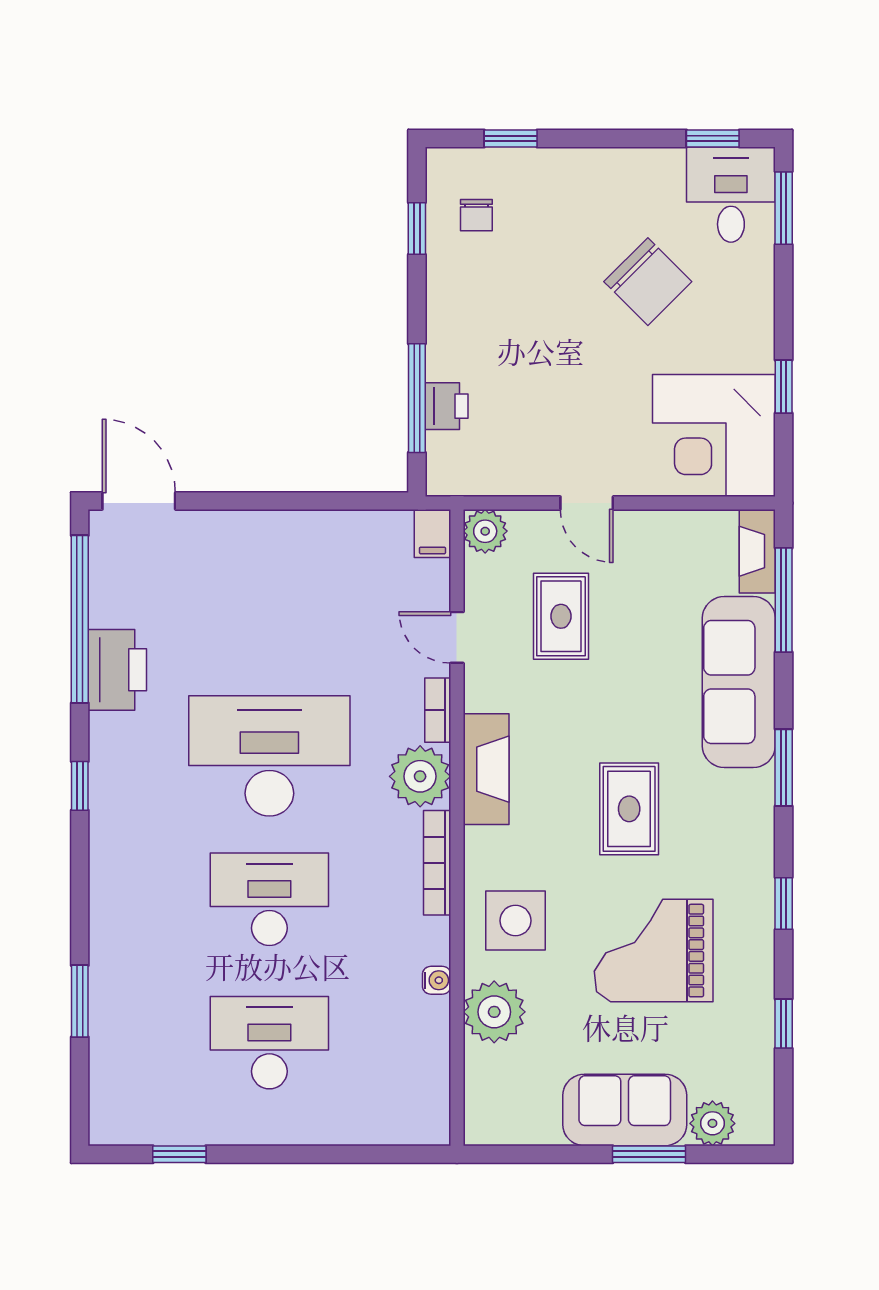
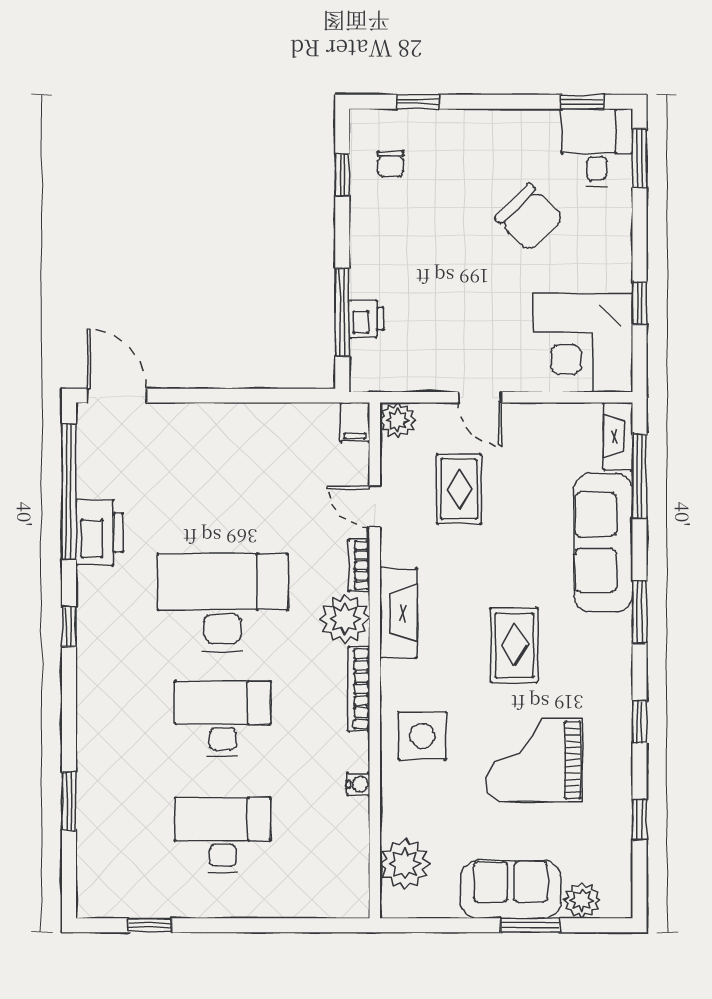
plant: (494, 1012) -> (405, 864), moved

